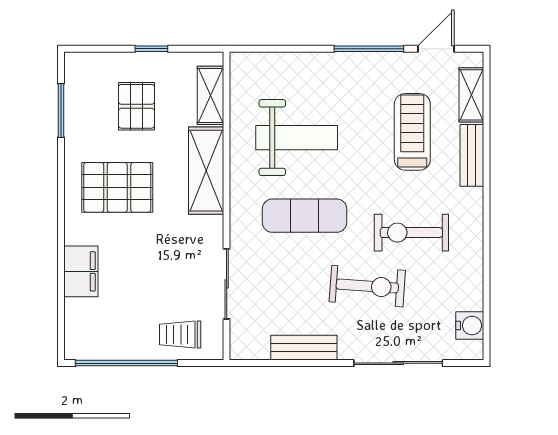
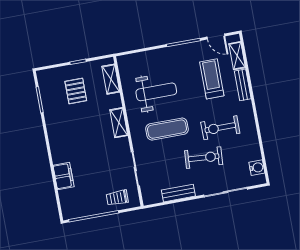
door: (436, 49) -> (216, 36), swing flipped
shelving: (206, 171) -> (119, 123), width x0.67, depth x0.75
pallet: (117, 187) -> (74, 132), removed

